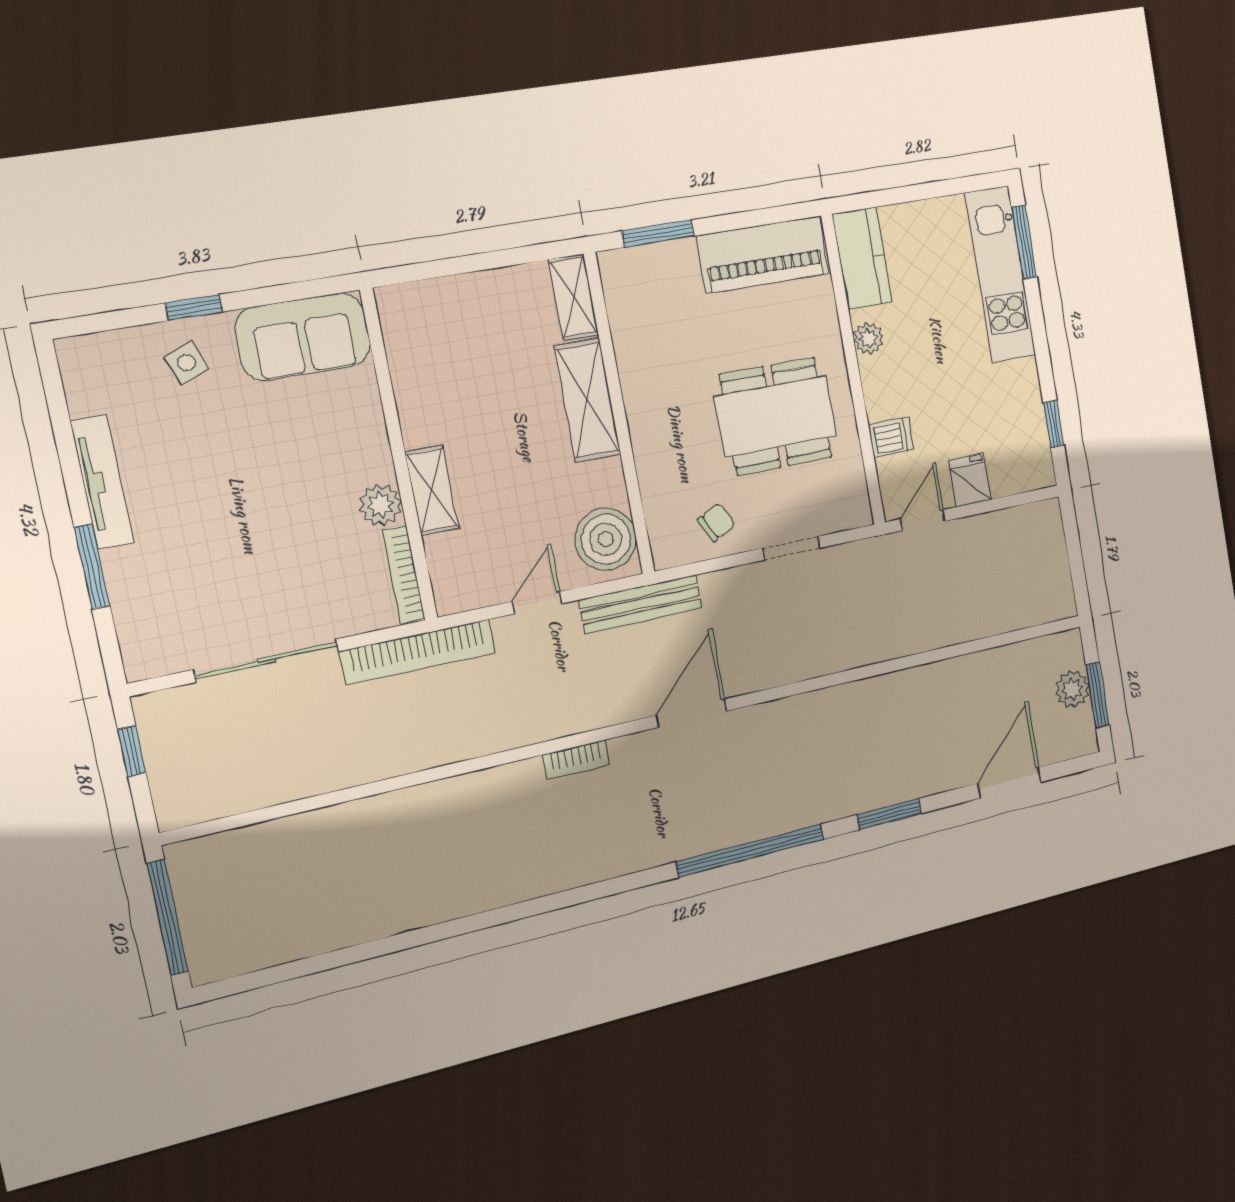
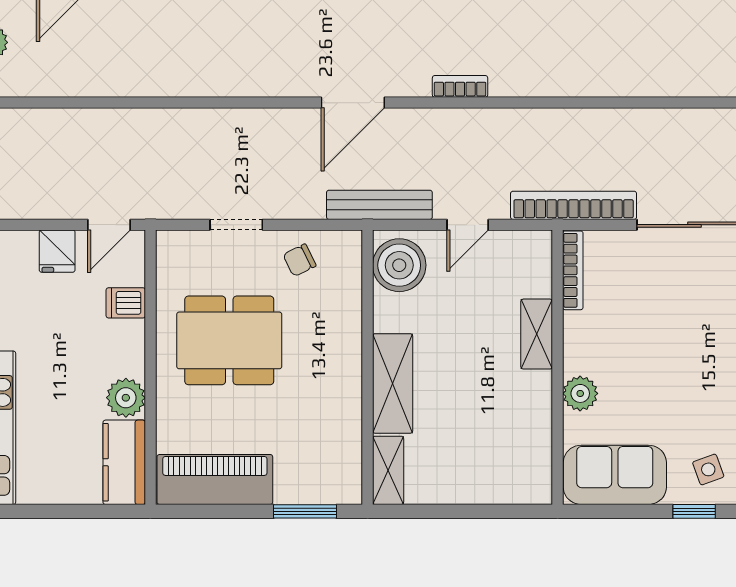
plant: (868, 338) -> (126, 398), width x1.38, depth x1.38
plant: (381, 505) -> (580, 393), moved

